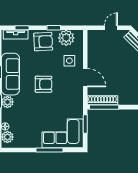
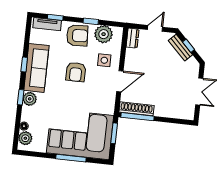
dresser: (92, 38) -> (133, 38), added
door: (85, 78) -> (120, 81), hinge flipped
armchair: (44, 84) -> (76, 72), moved, turned 90
corner sofa: (63, 133) -> (80, 134), width x1.36, depth x1.36

